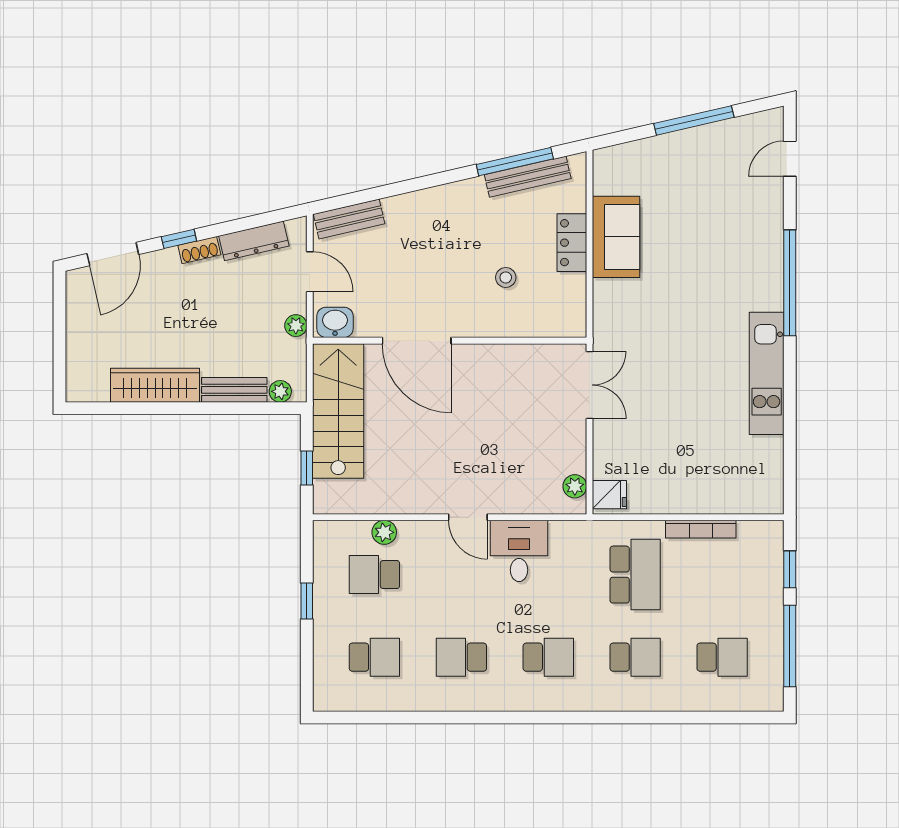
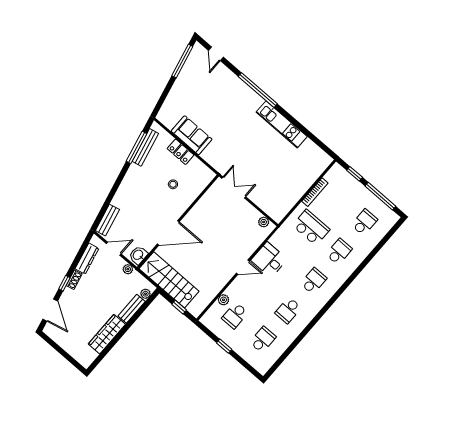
window: (694, 120) -> (182, 61), moved
fridge: (609, 495) -> (277, 213), removed

